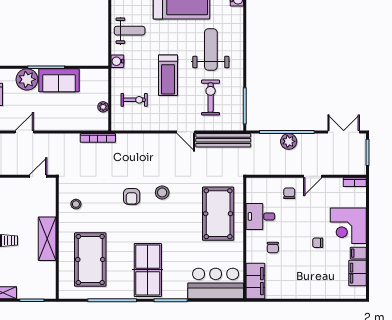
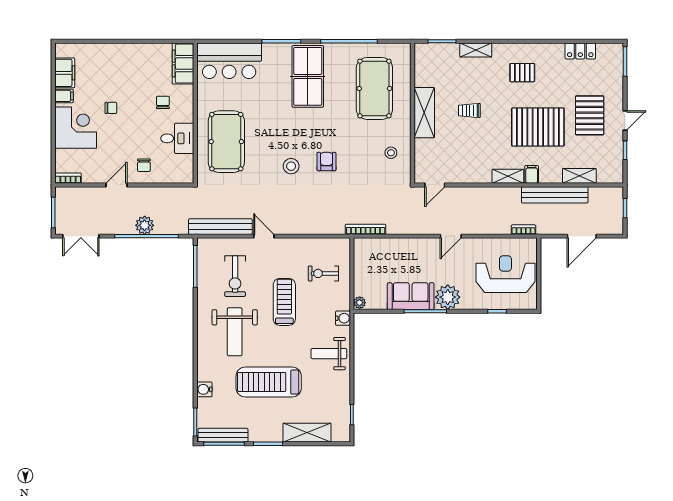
plant: (103, 107) -> (360, 303), moved

